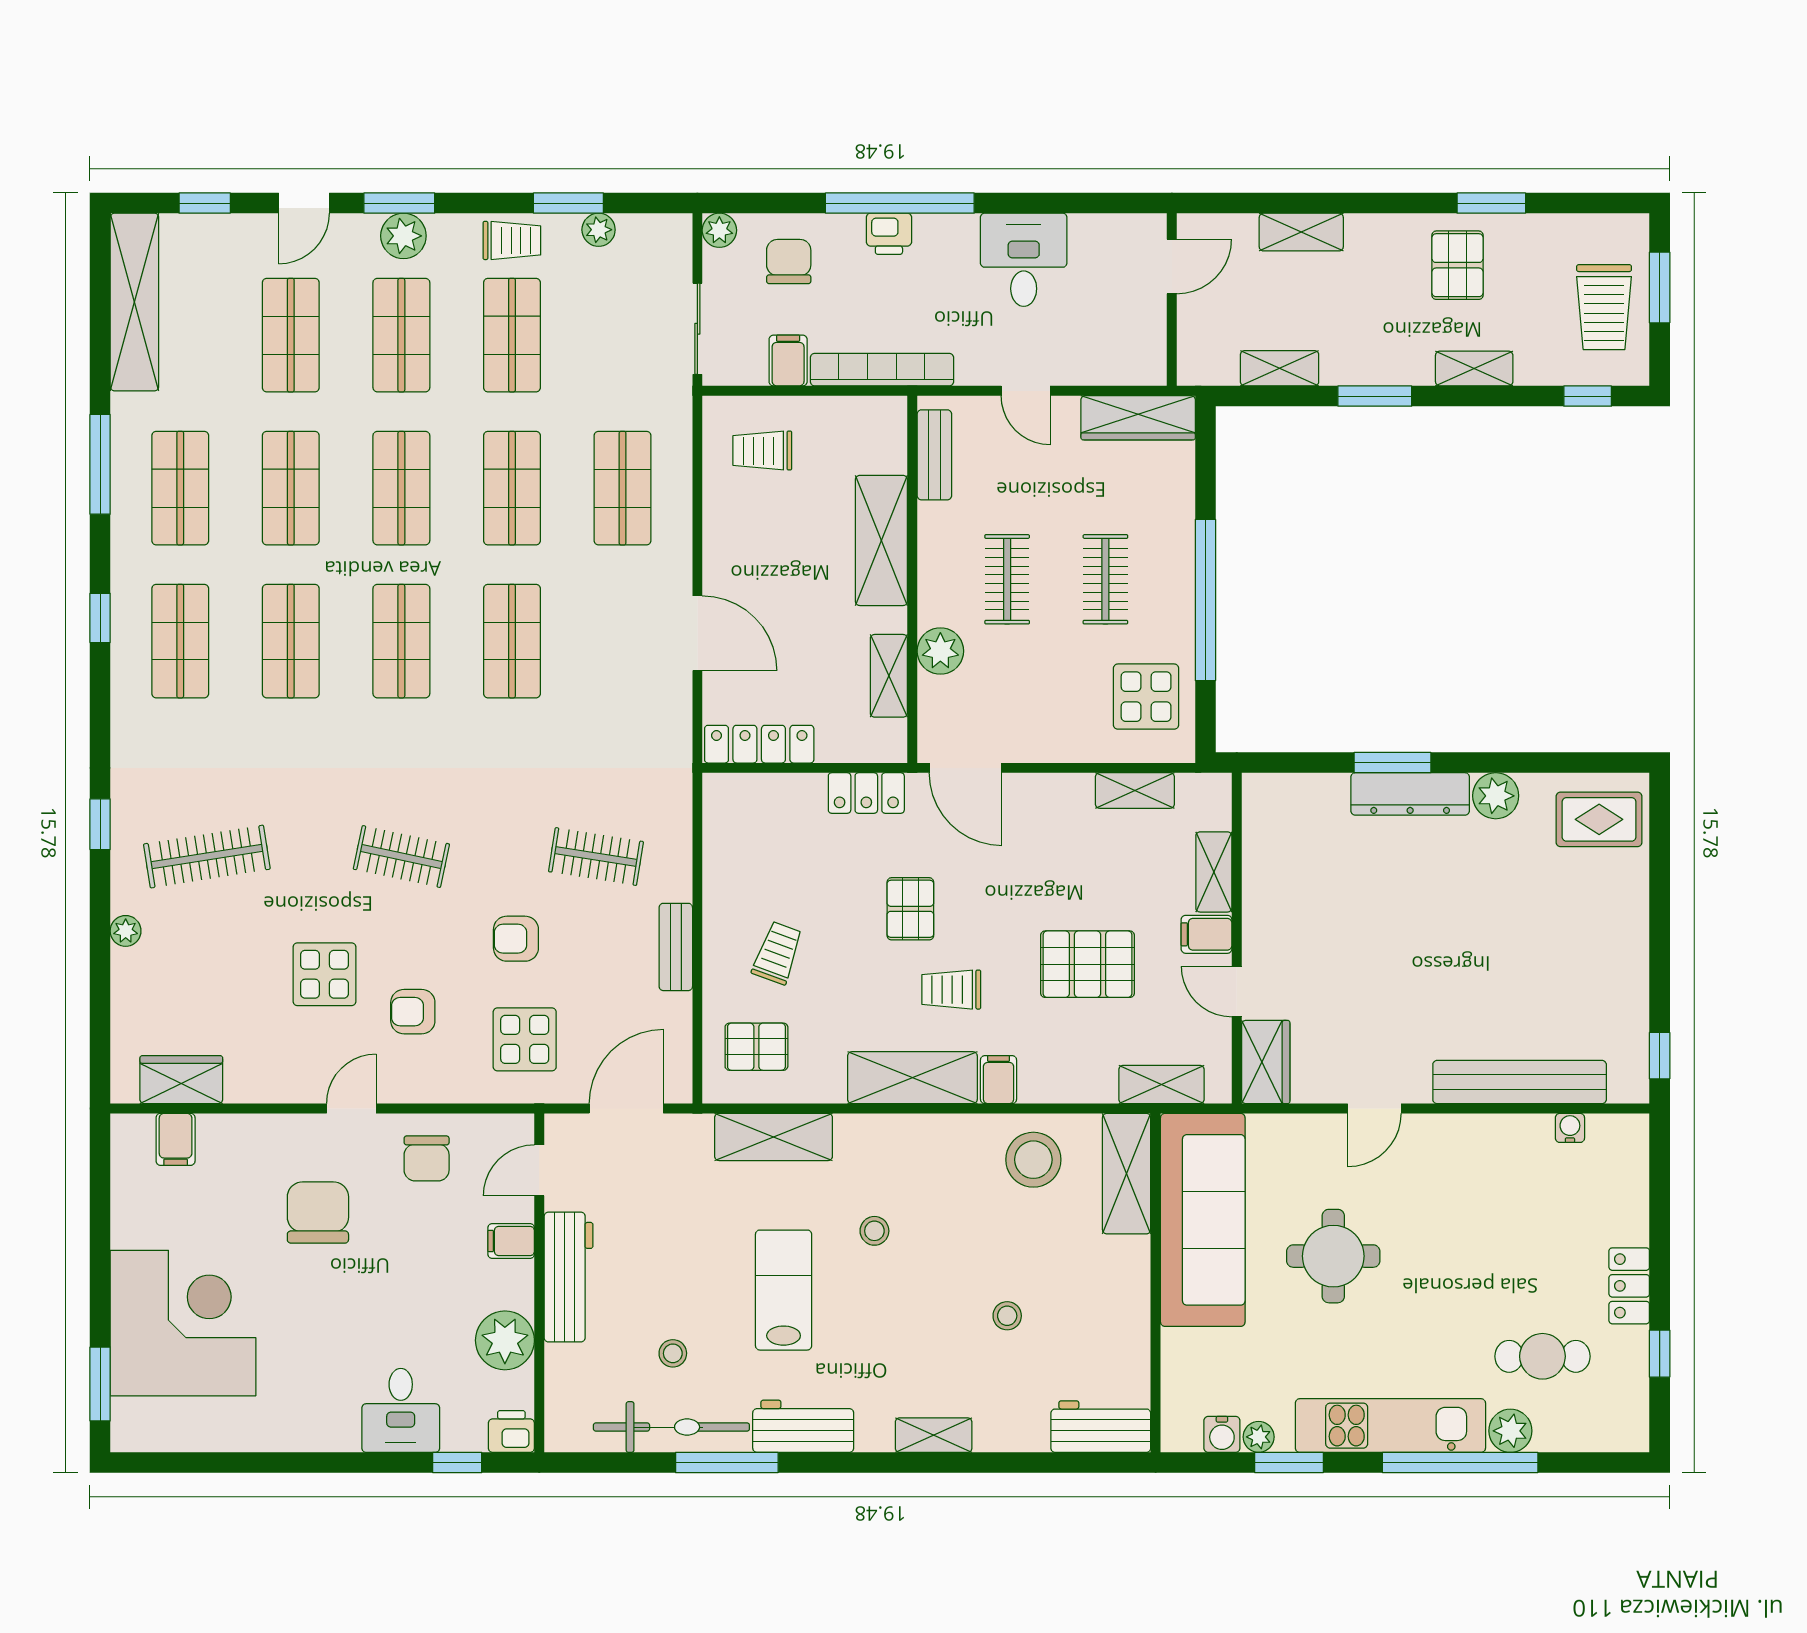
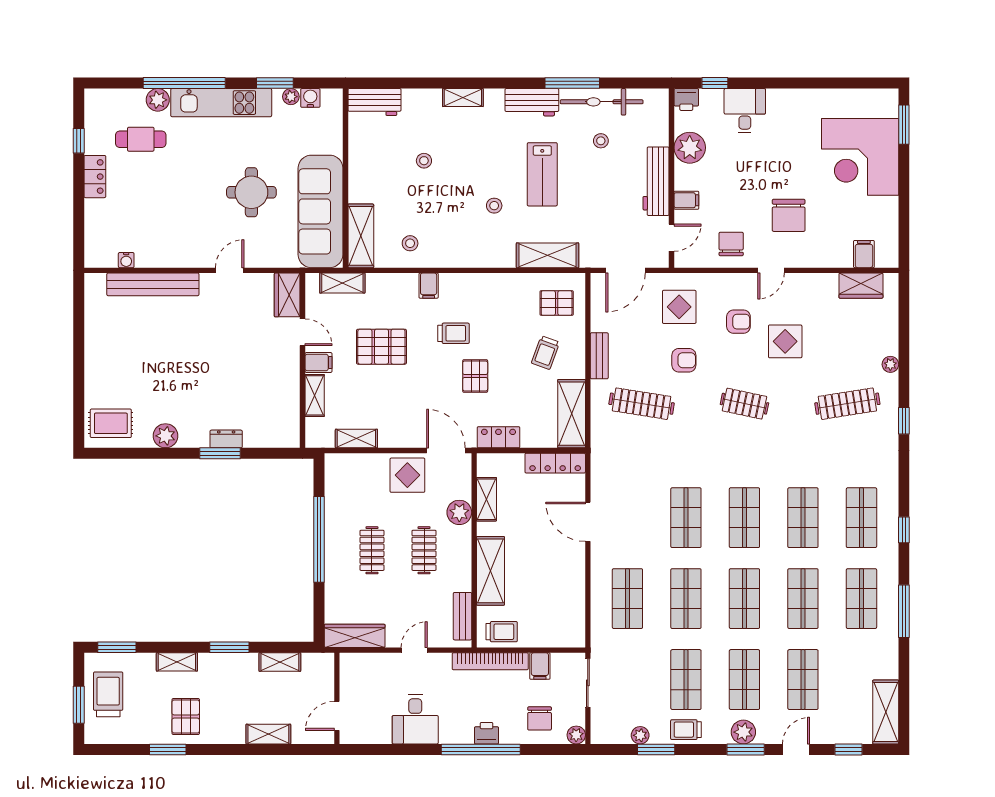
shelving: (134, 302) -> (886, 712), width x0.68
door: (1026, 391) -> (414, 650), hinge flipped
window: (1588, 396) -> (117, 647), width x1.50
trolley: (762, 451) -> (502, 632), moved
display table: (1146, 697) -> (407, 475), moved
dresser: (1410, 794) -> (226, 439), width x0.51, depth x0.80
clothes rail: (596, 857) -> (642, 404), width x1.36
window: (1660, 1056) -> (79, 298), removed
shelving: (912, 1078) -> (572, 414), moved, turned 90
stool: (1033, 1160) -> (410, 243), width x0.53, depth x0.53

